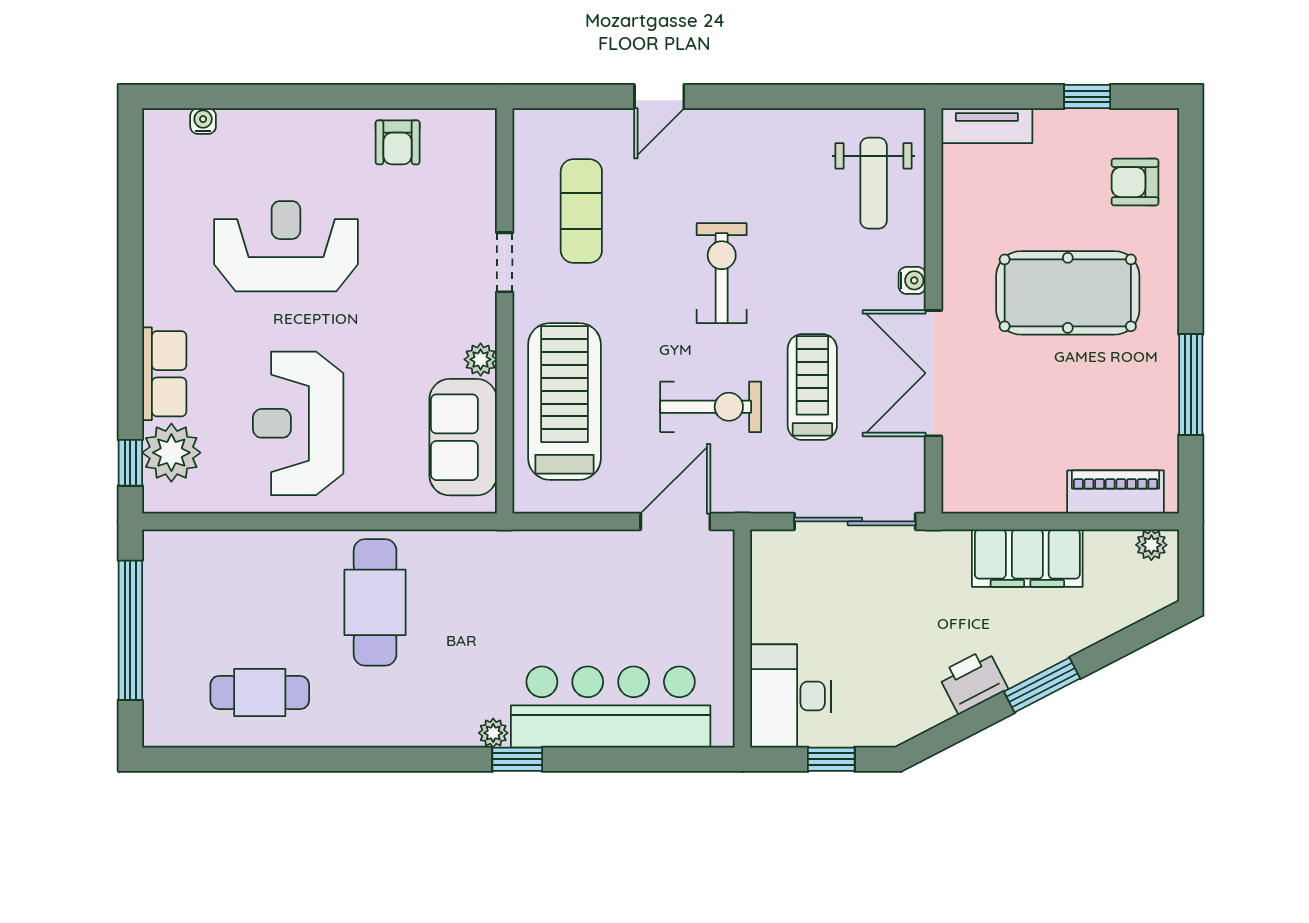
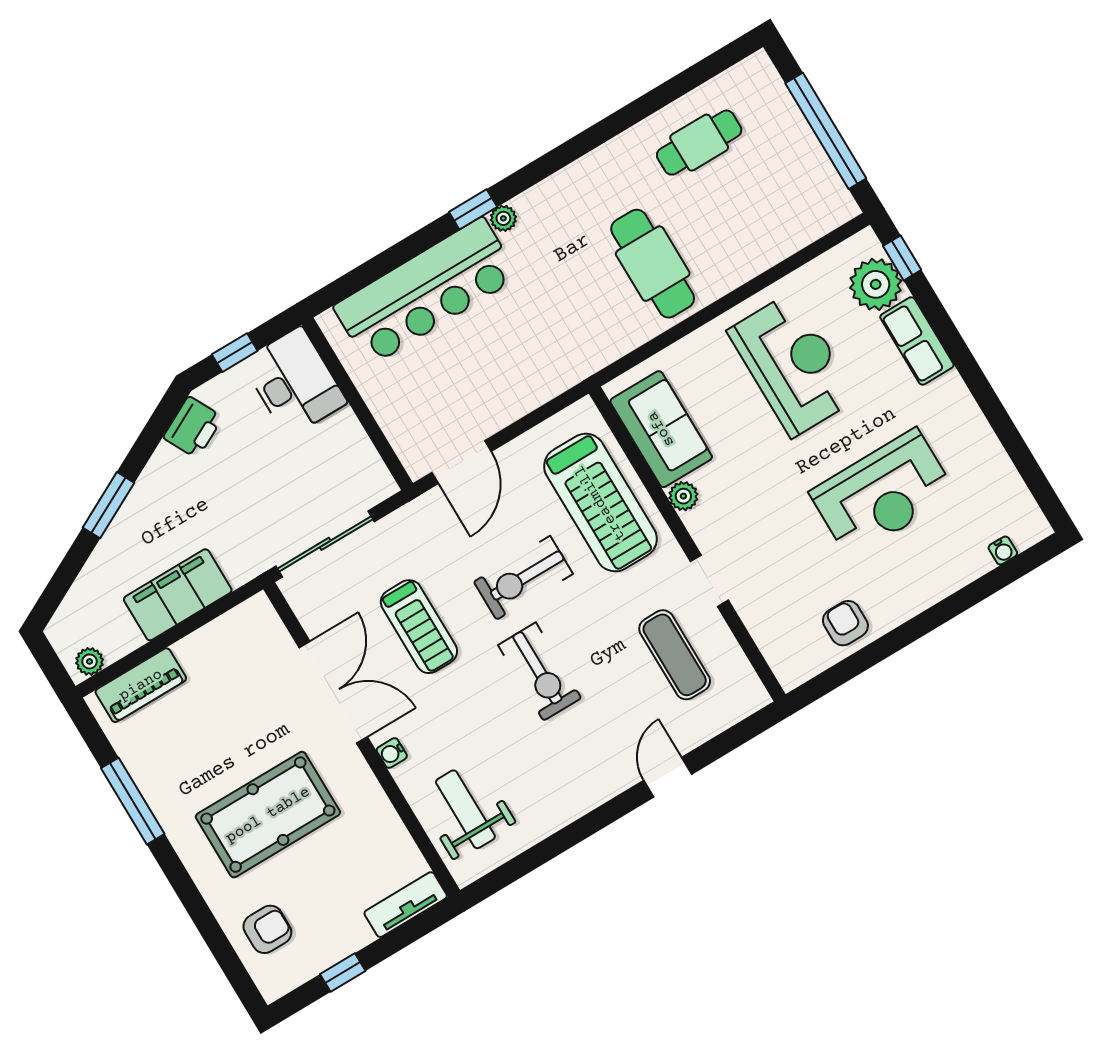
exercise bike: (711, 407) -> (523, 578), moved
printer: (973, 681) -> (193, 427), moved

